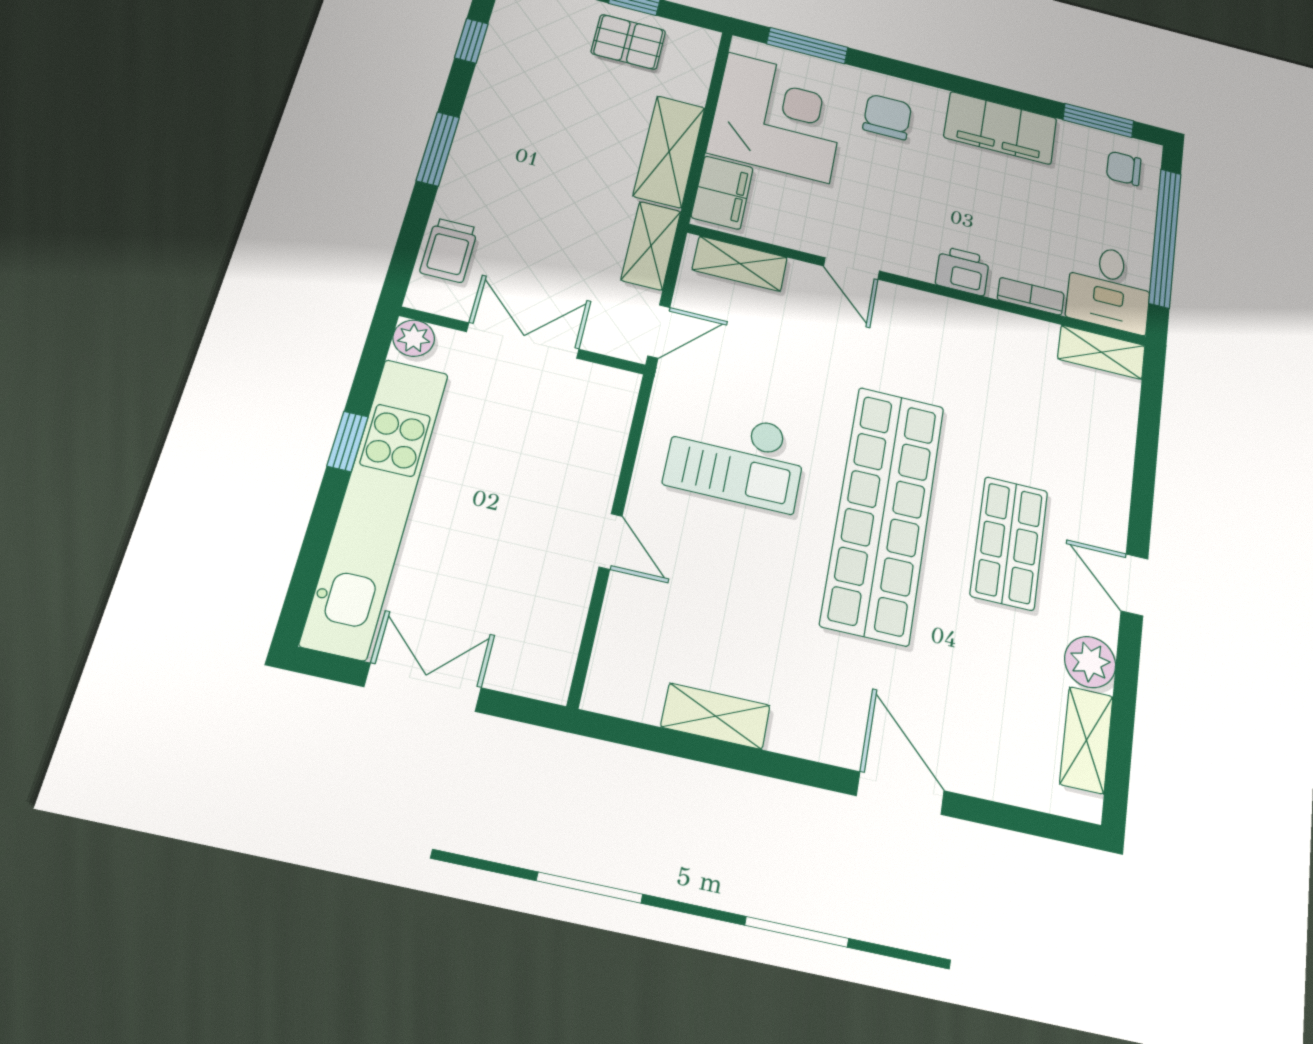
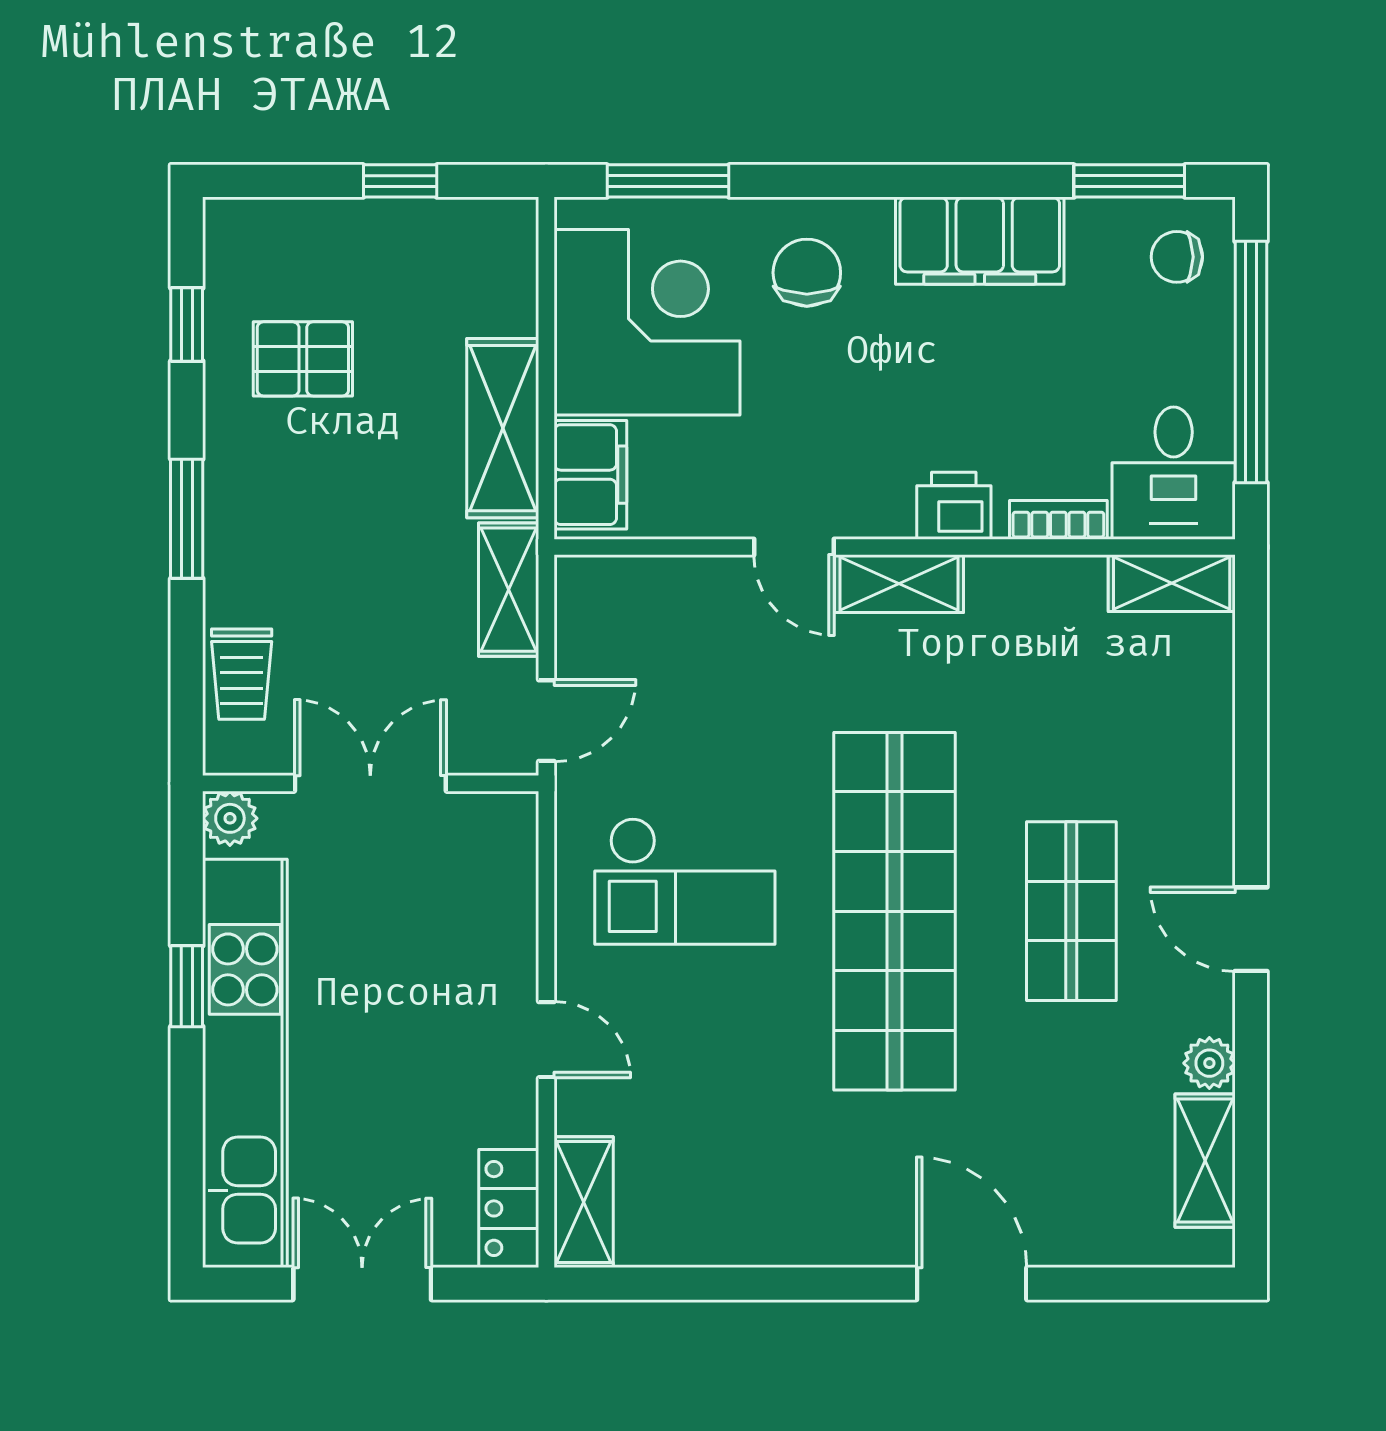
pallet: (628, 42) -> (303, 359), moved
shelving: (740, 264) -> (899, 584), moved
locker: (553, 656) -> (509, 1208), added
plant: (1090, 662) -> (1209, 1063), width x0.73, depth x0.73
shelving: (716, 716) -> (584, 1202), moved, turned 90

